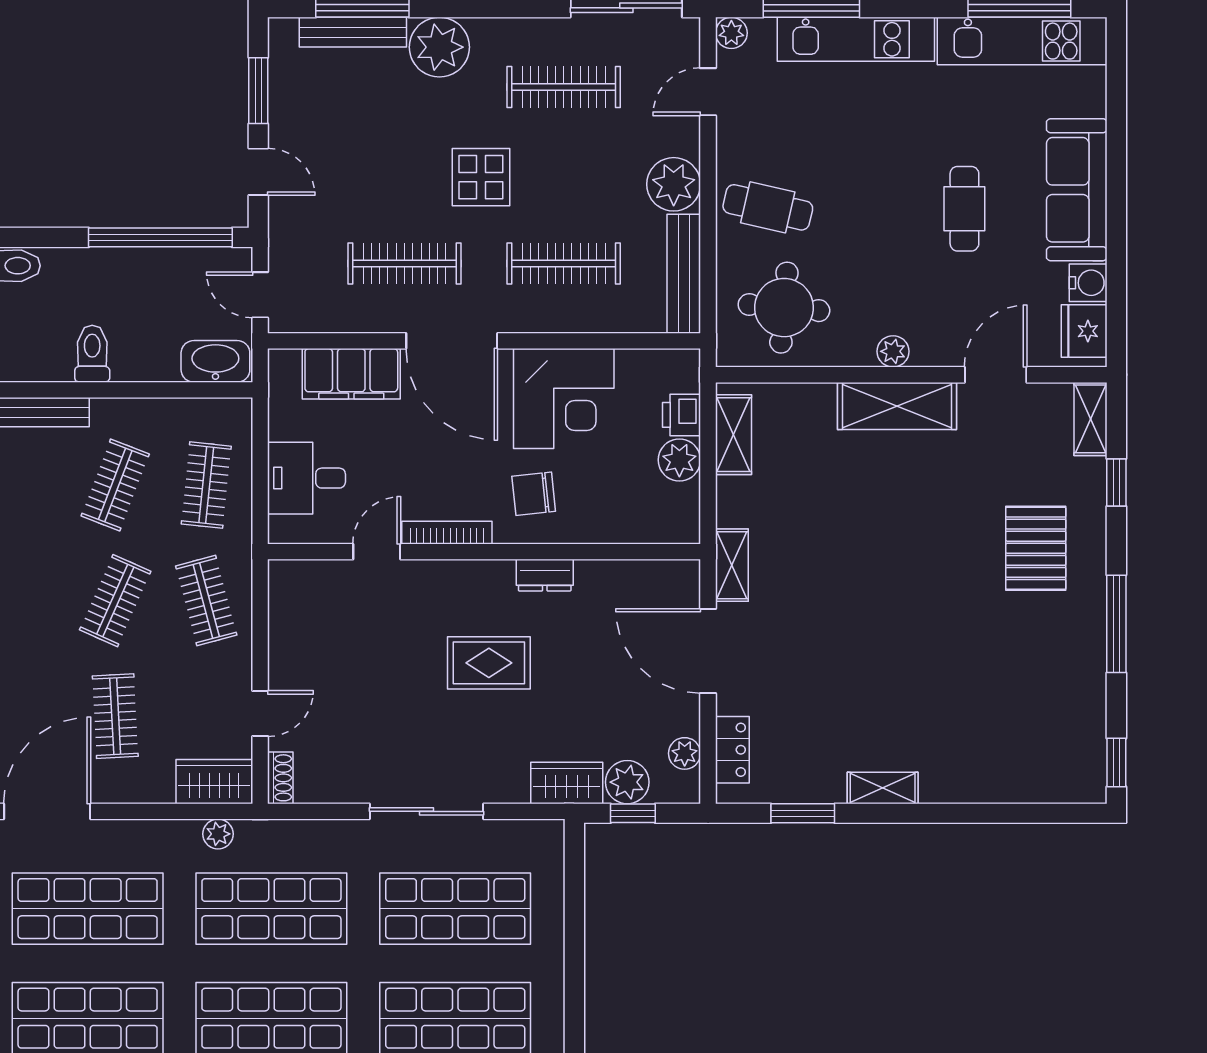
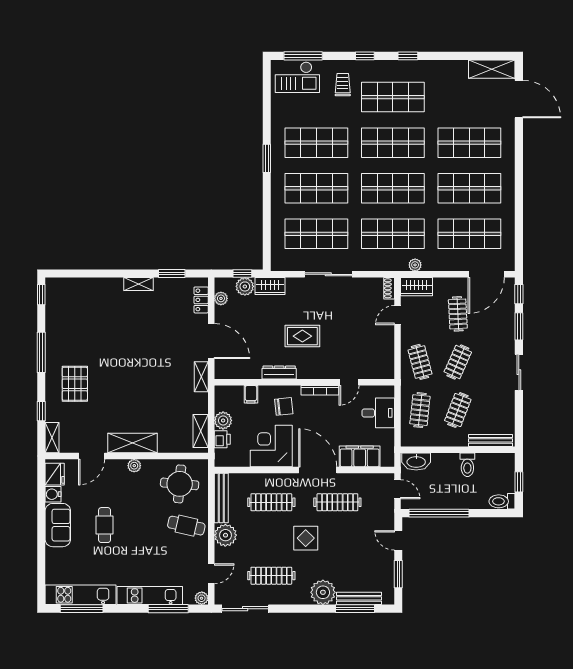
sofa: (1077, 190) -> (58, 525), width x0.73
filing cabinet: (612, 523) -> (251, 394), added
dresser: (545, 575) -> (279, 373), width x1.44

